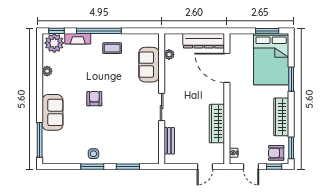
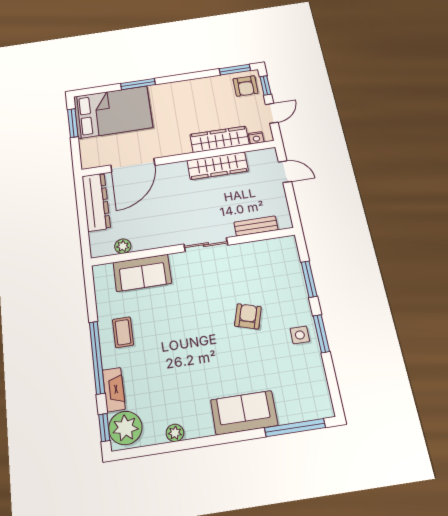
armchair: (94, 99) -> (248, 316), moved, turned 107
wardrobe: (281, 117) -> (219, 139), moved, turned 180

